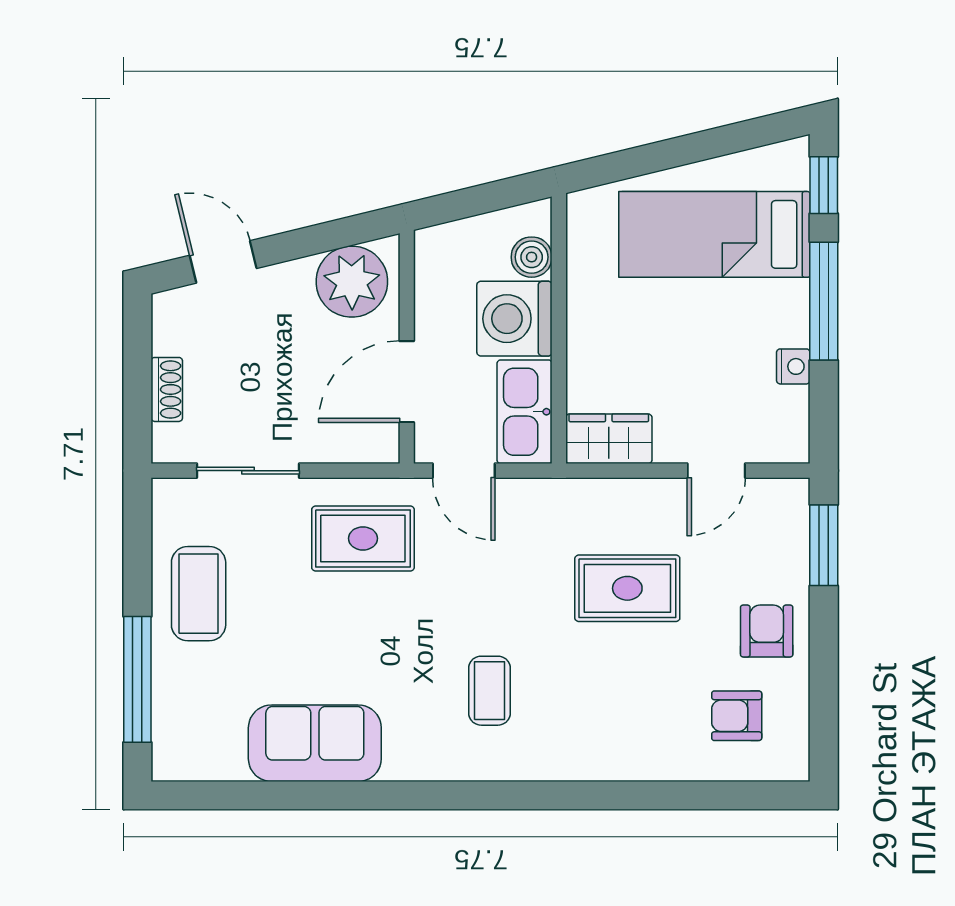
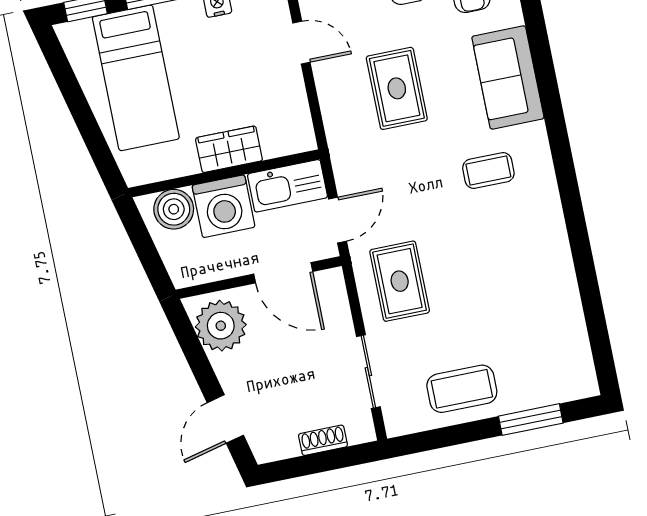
boiler: (532, 257) -> (174, 209), width x1.36, depth x1.36
wardrobe: (609, 439) -> (229, 149), moved, turned 90
window: (137, 679) -> (531, 420), width x0.69
sofa: (315, 743) -> (508, 77), moved

